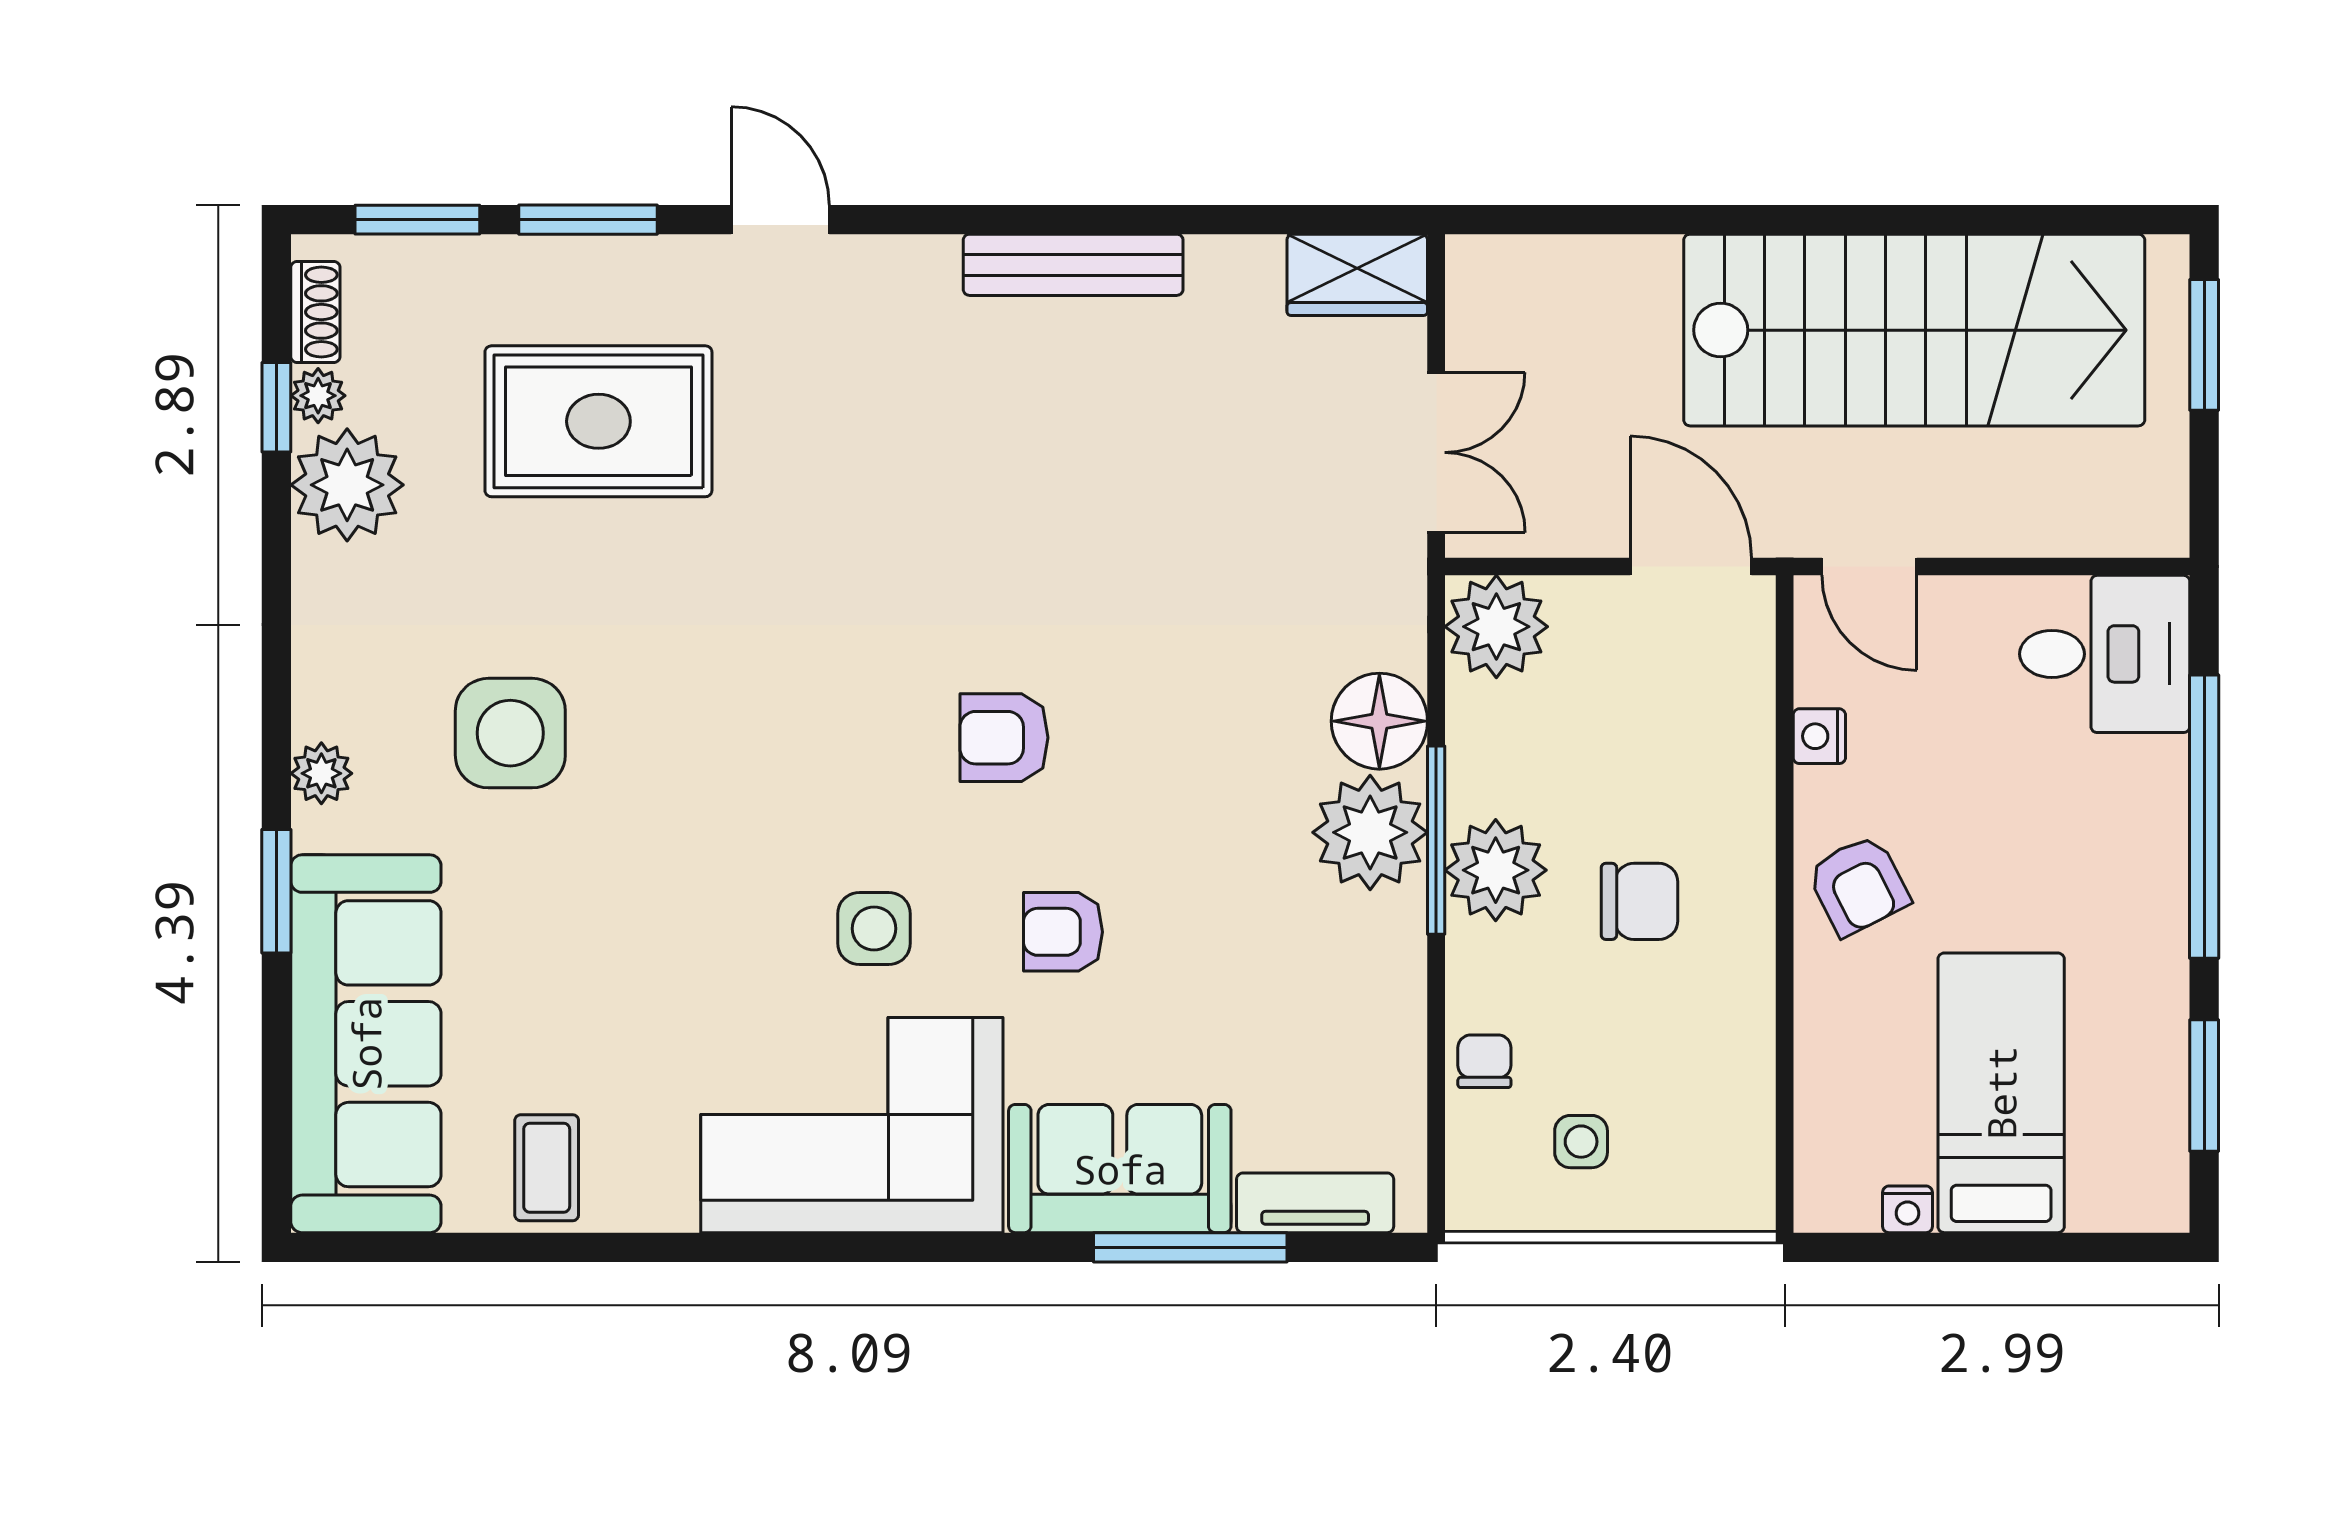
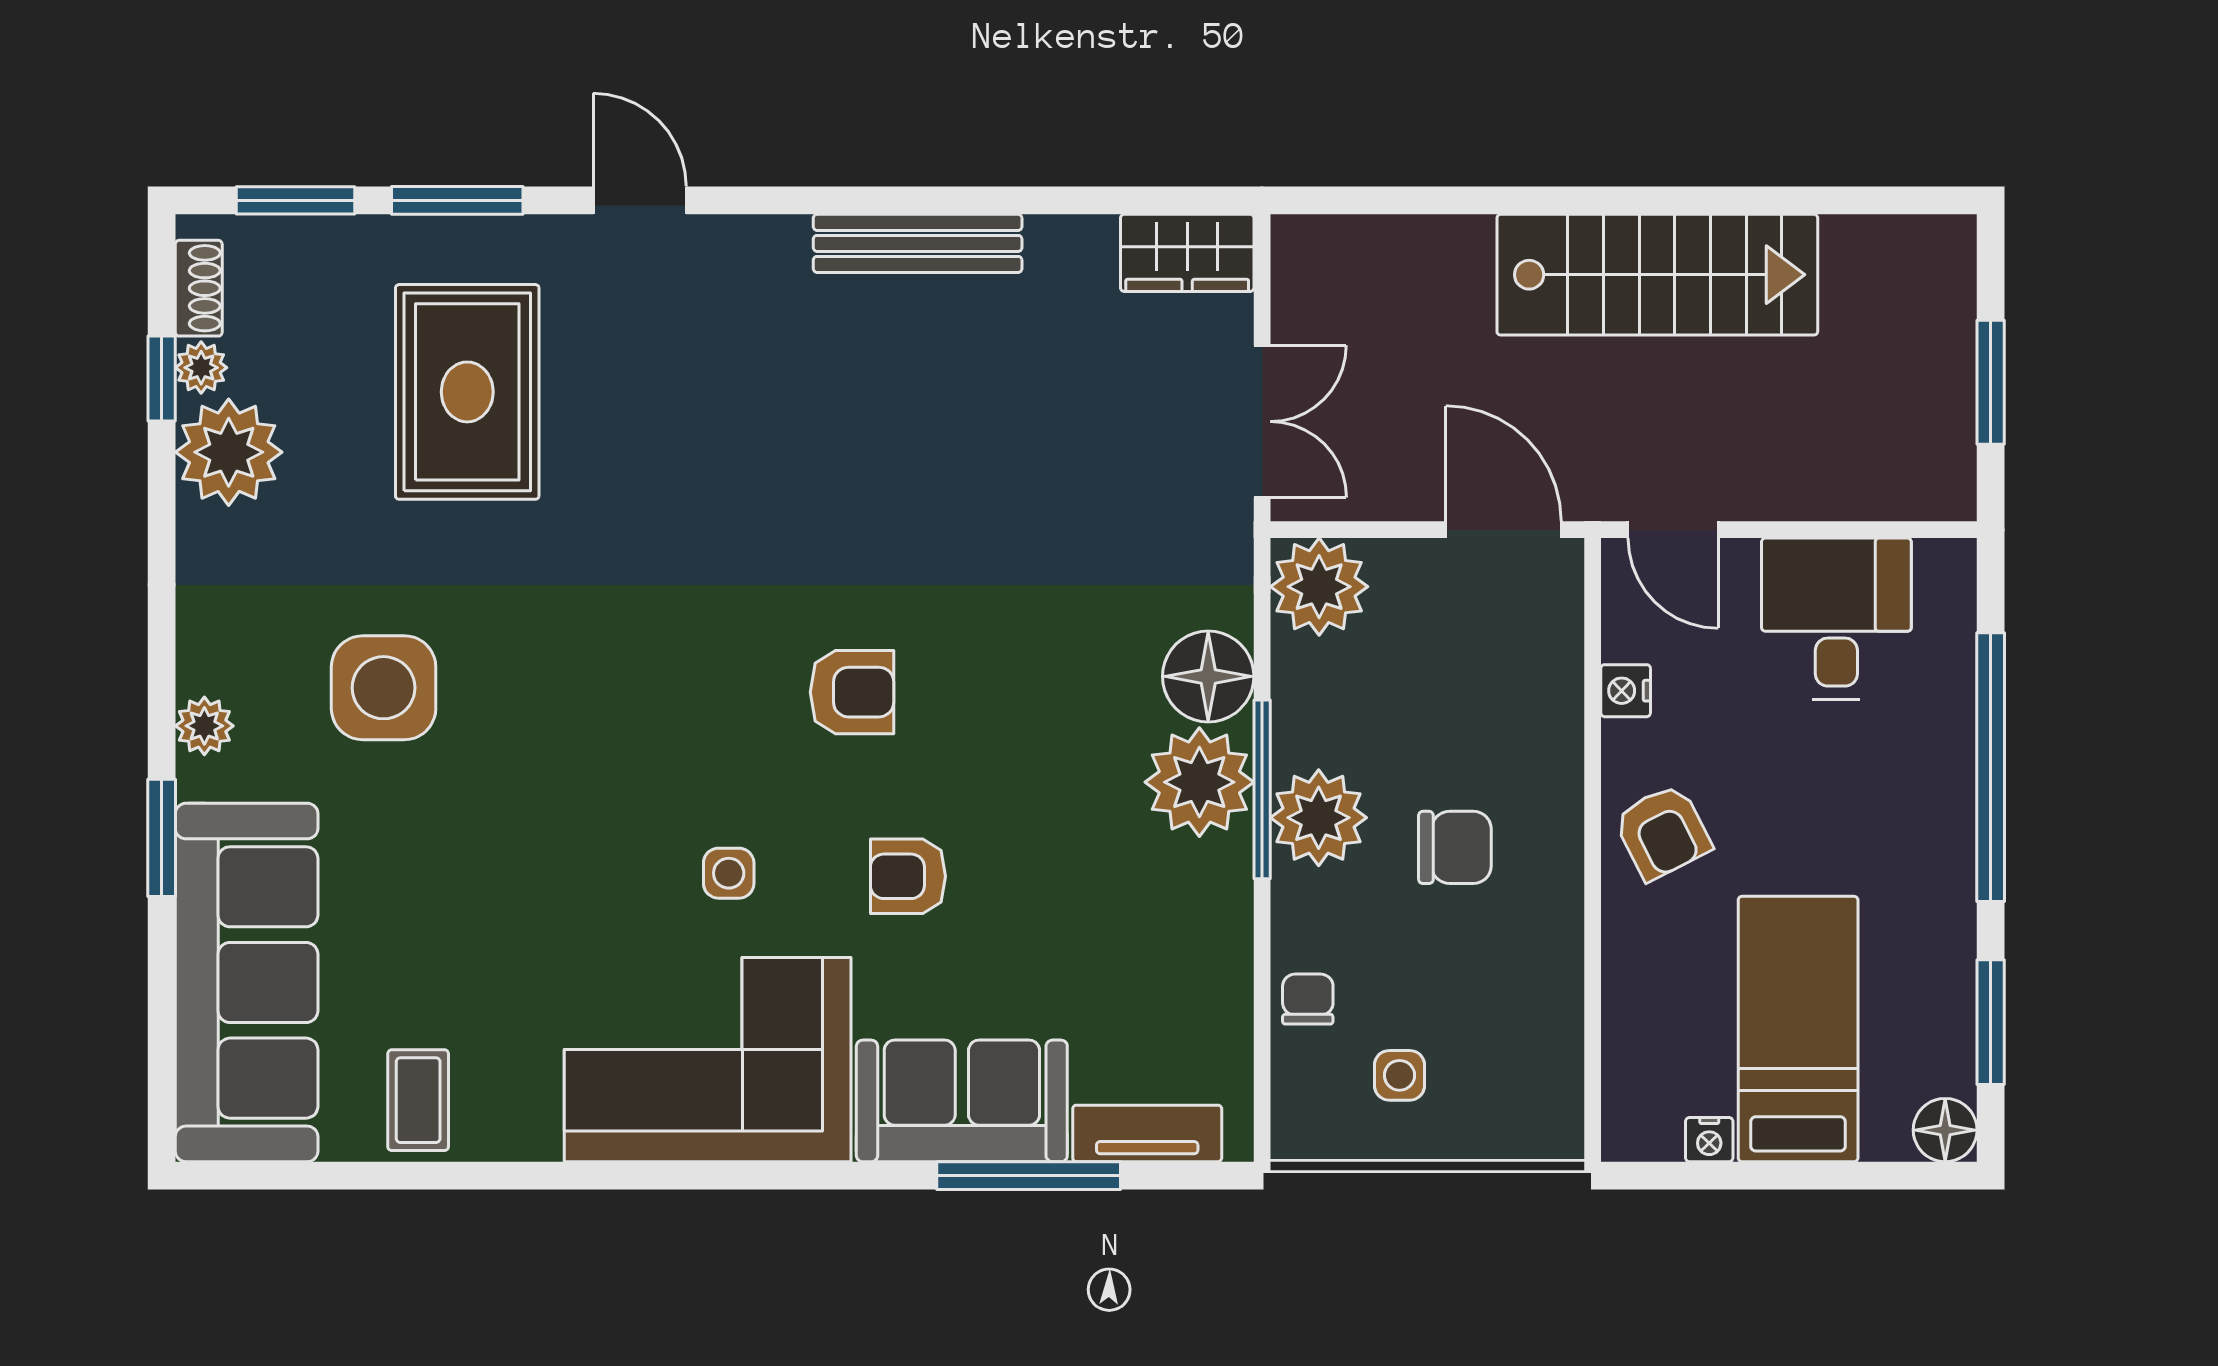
stairs: (1914, 330) -> (1657, 275), width x0.73, depth x0.66
window: (2204, 345) -> (1991, 382), moved
rug: (598, 421) -> (467, 392), turned 90
desk: (2105, 654) -> (1836, 619), moved, turned -90
armchair: (1004, 738) -> (852, 692), turned 180
side table: (874, 929) -> (729, 873), width x0.73, depth x0.73
floor lamp: (2156, 1199) -> (1945, 1130), added

